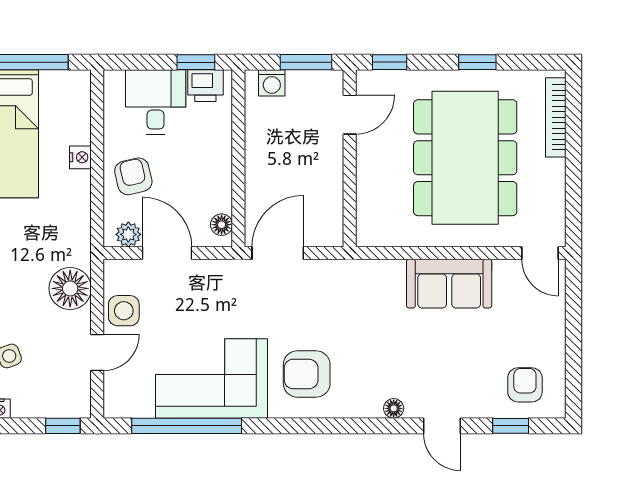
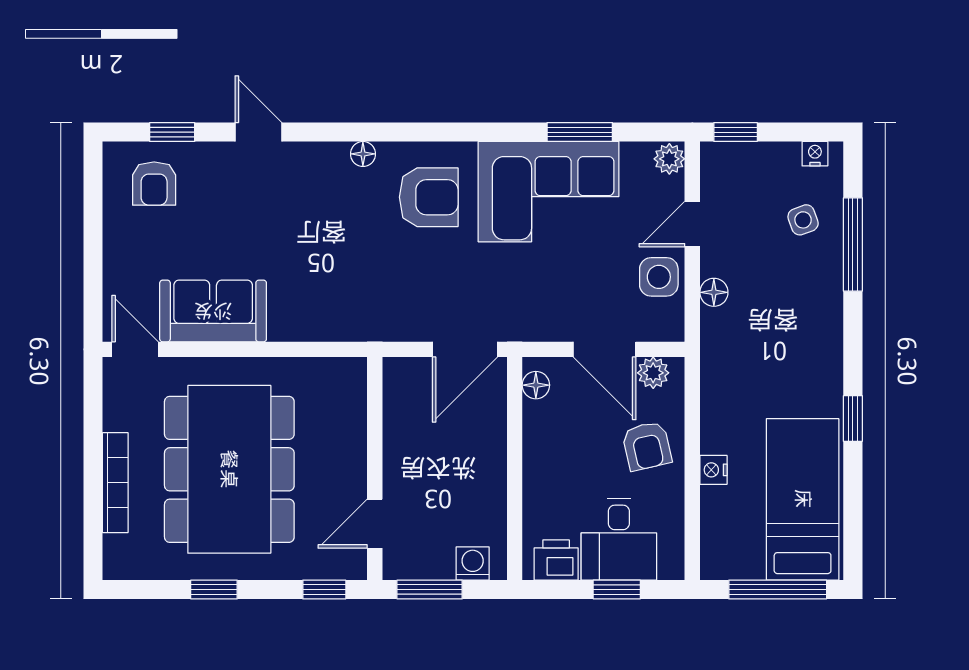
window: (196, 62) -> (617, 589), moved
bookcase: (556, 117) -> (115, 483), moved
sofa: (449, 284) -> (213, 311), moved
floor lamp: (70, 288) -> (714, 292), width x0.53, depth x0.53
plant: (115, 404) -> (669, 159), added
floor lamp: (394, 408) -> (363, 154), moved
window: (187, 426) -> (580, 132), width x0.47

